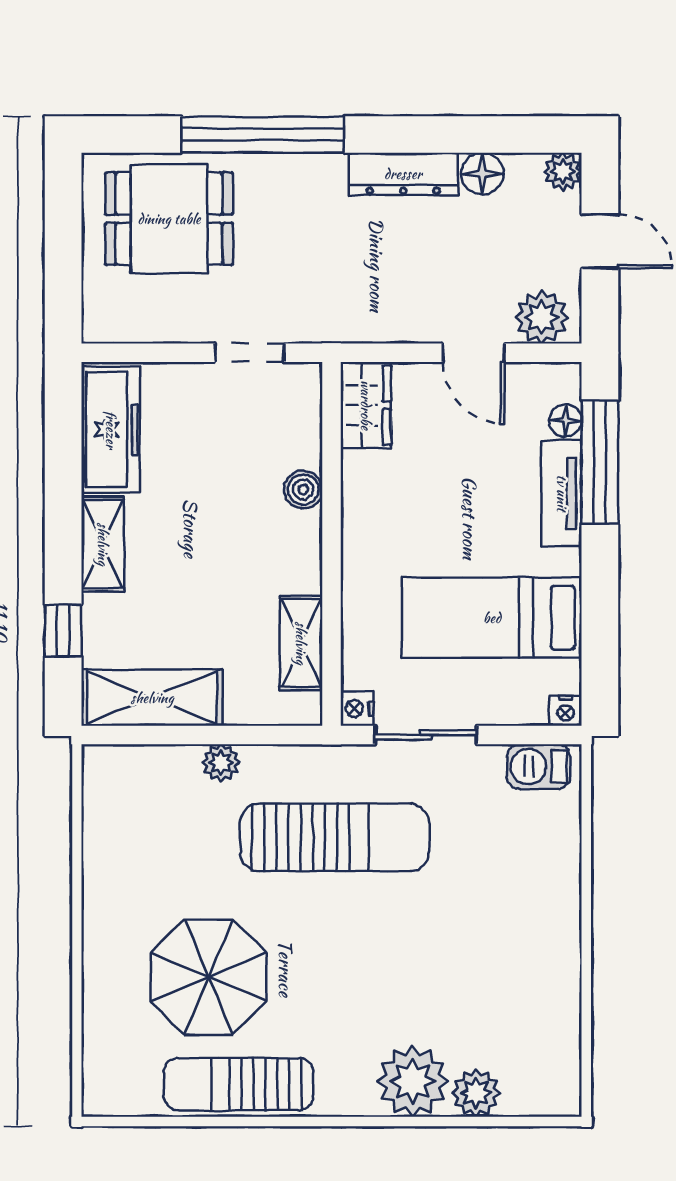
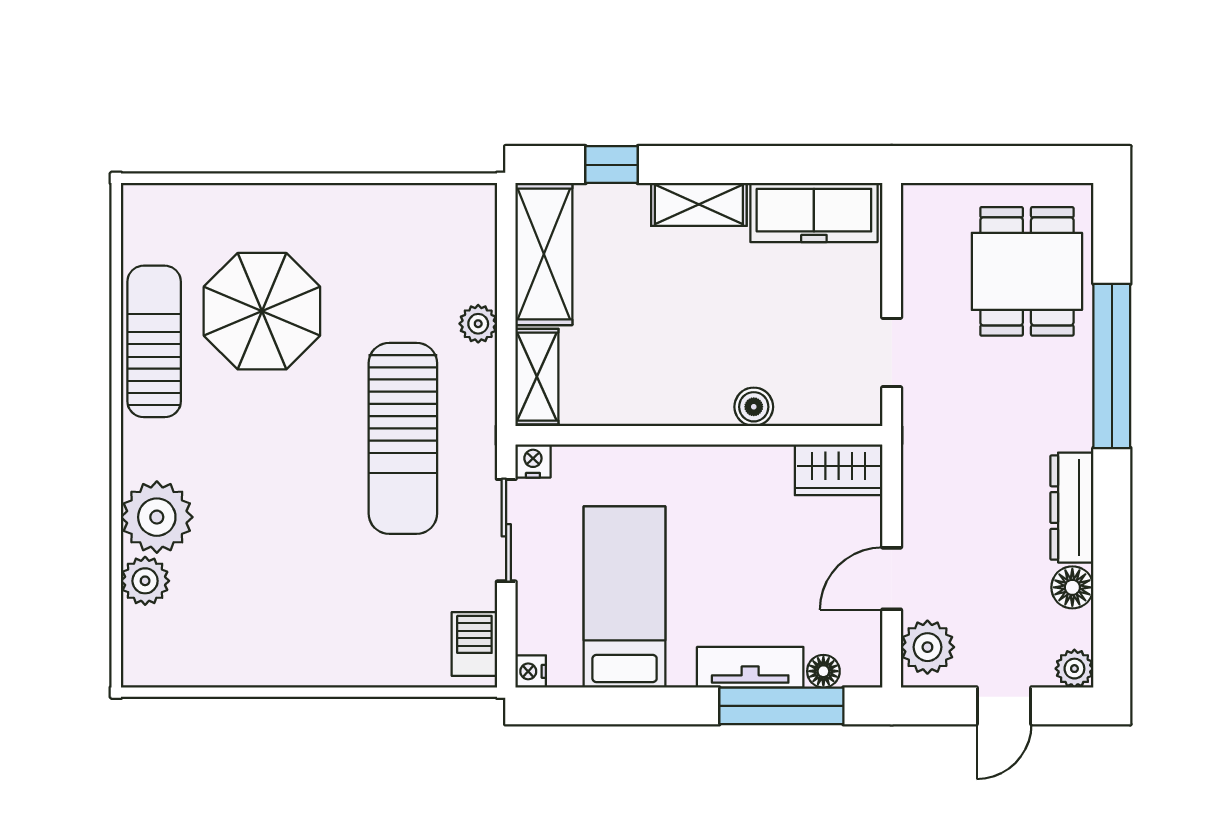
shelving: (301, 643) -> (537, 377), moved, turned 90

